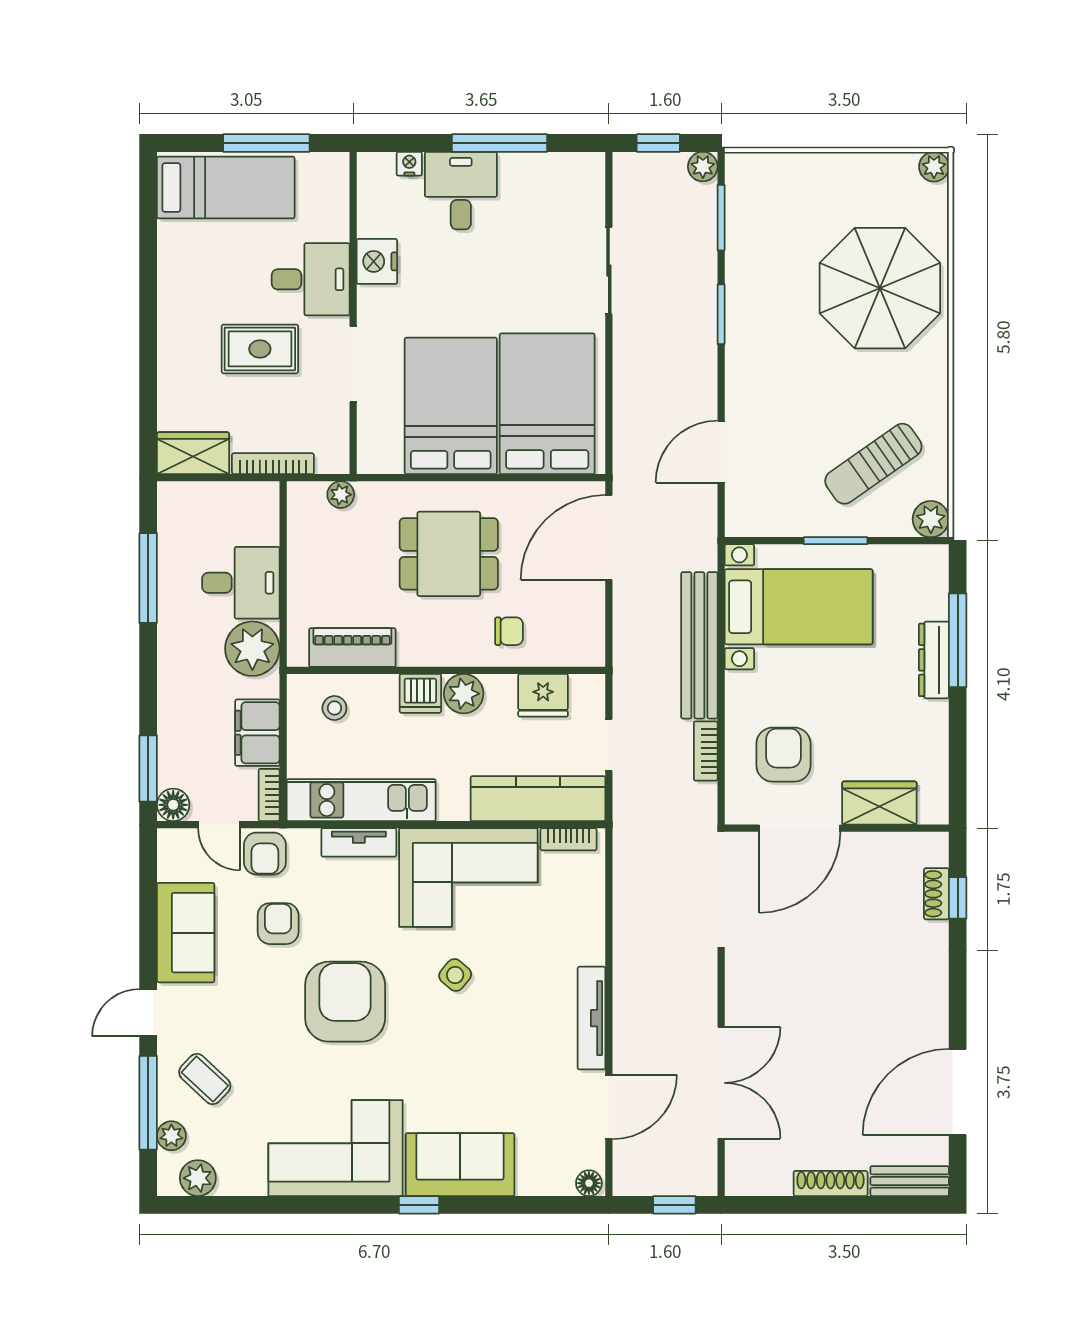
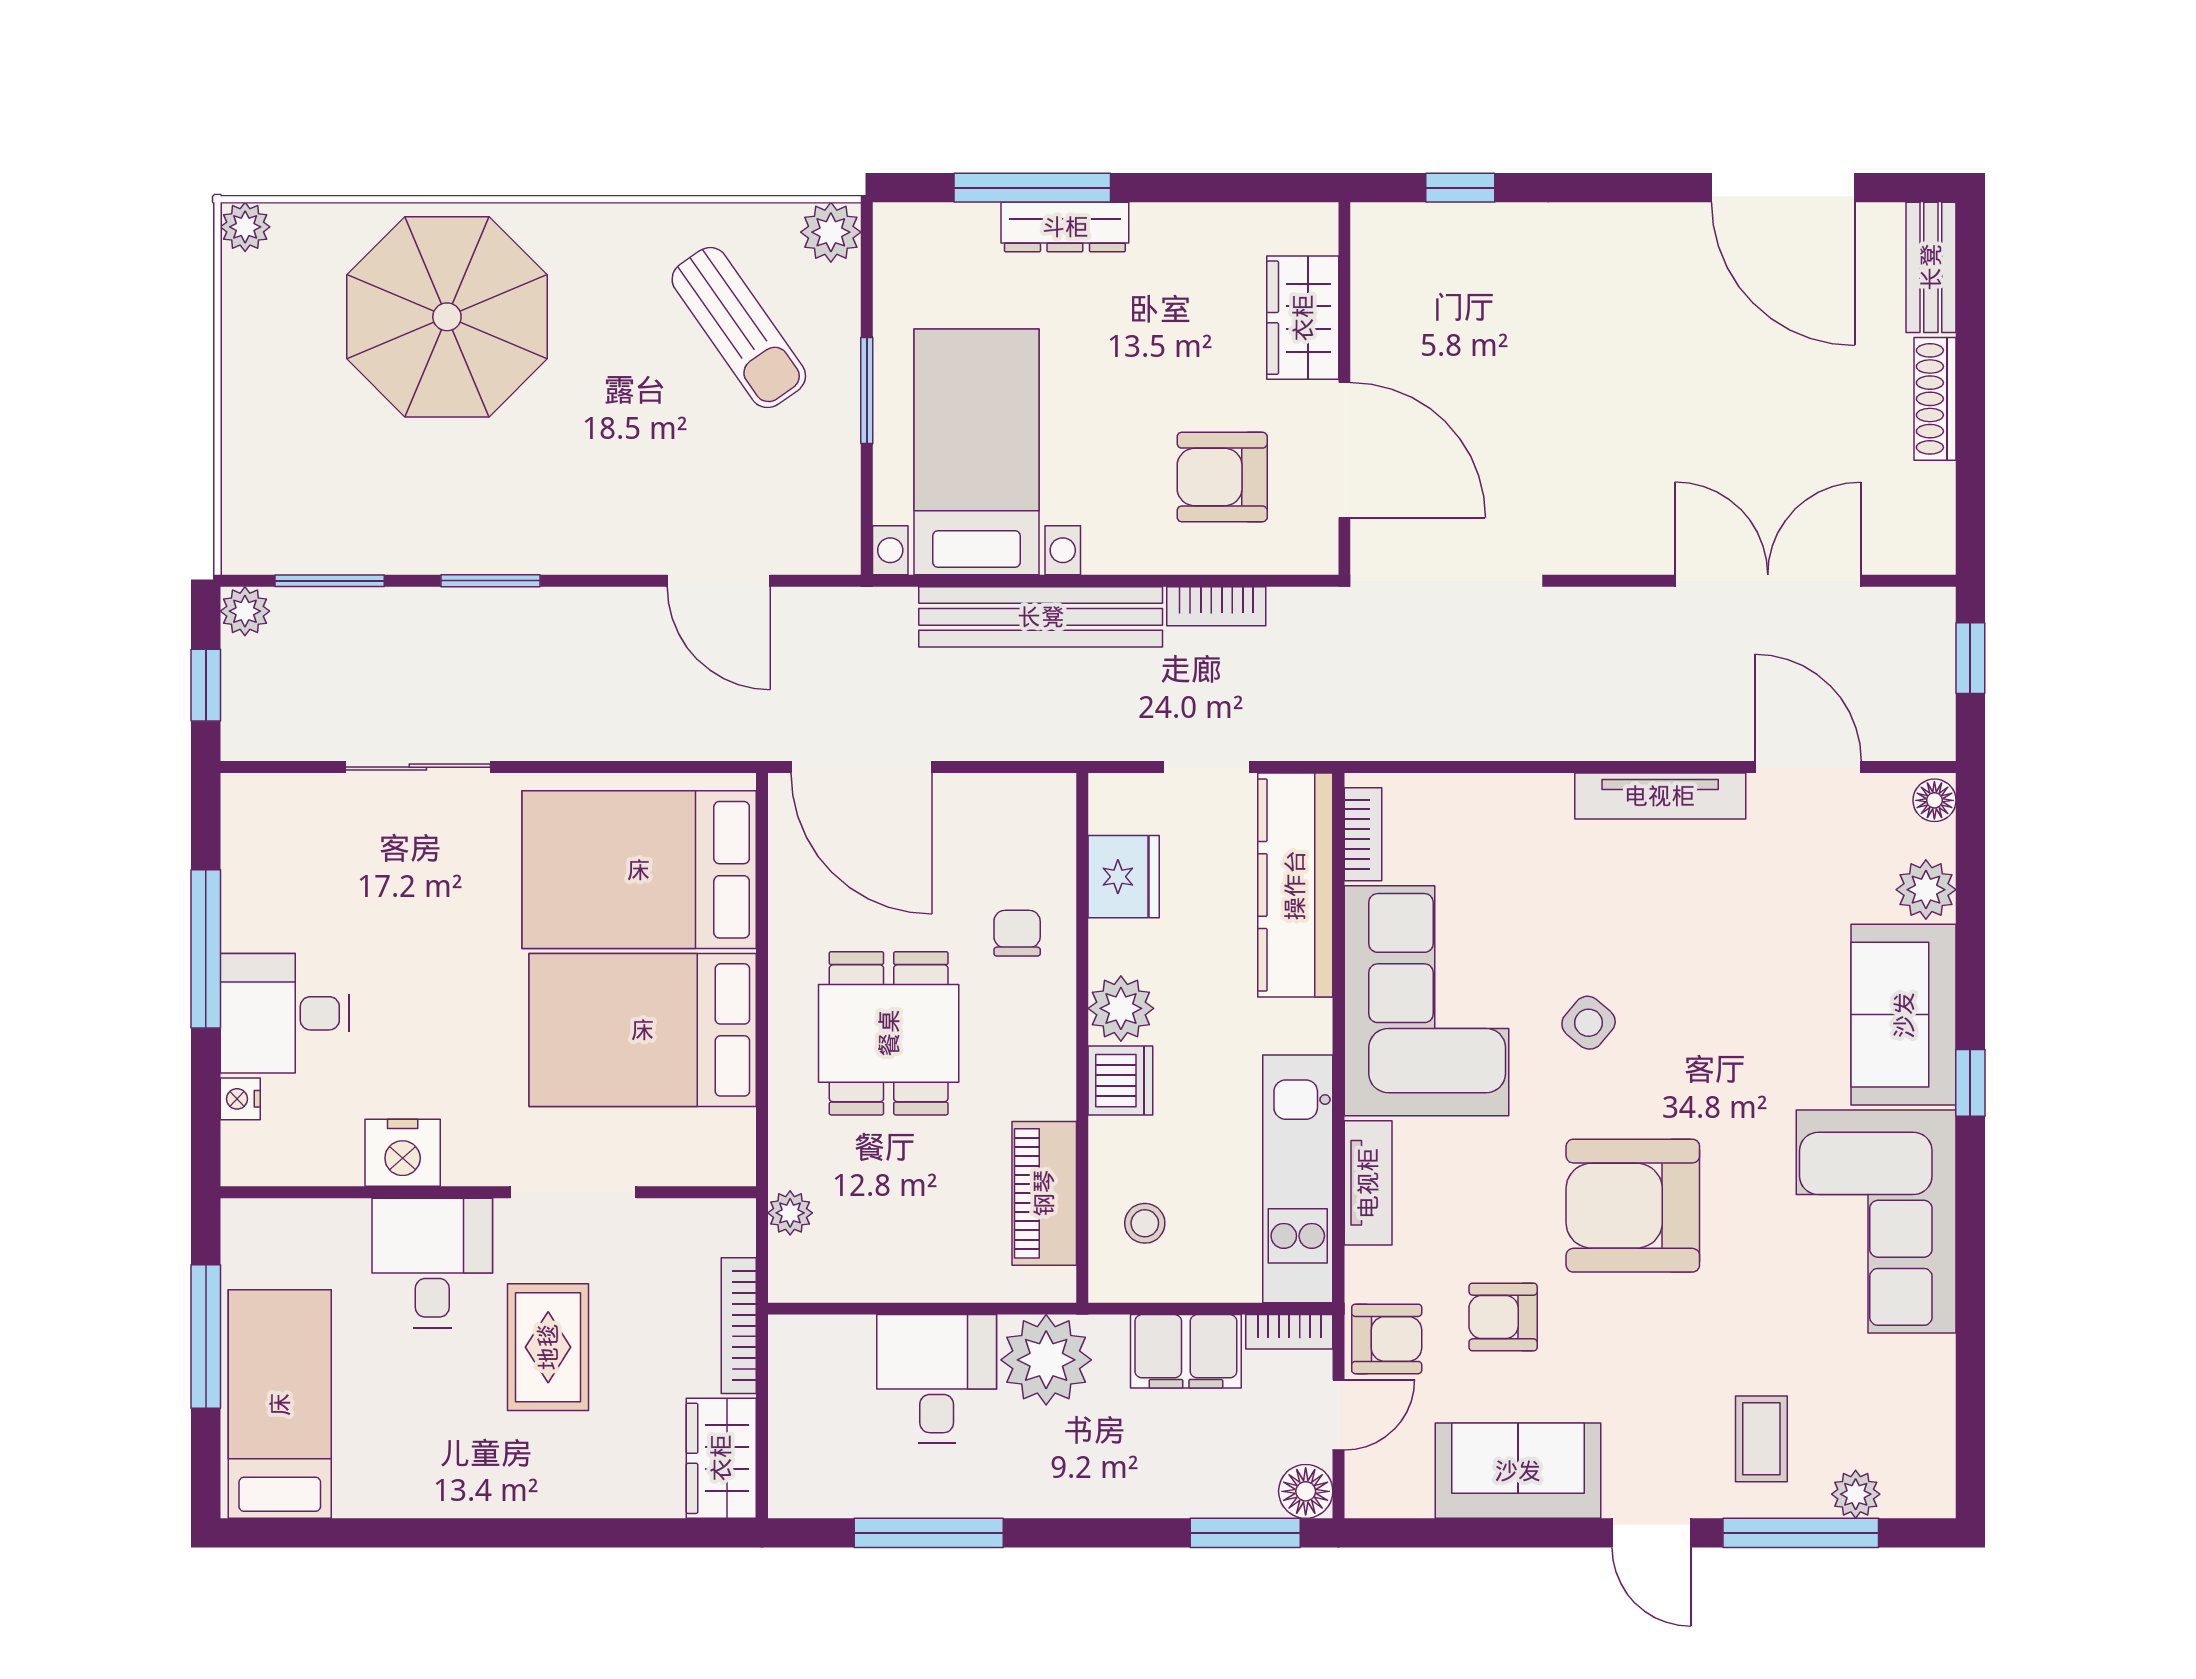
shoe rack: (936, 894) -> (1454, 223), removed
coffee table: (205, 1079) -> (1761, 1439), turned -43
plant: (198, 1178) -> (1926, 890), moved

